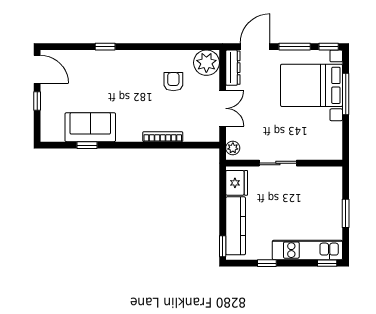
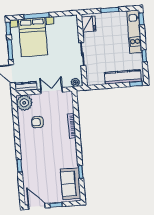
door: (37, 69) -> (37, 206), hinge flipped
sofa: (90, 127) -> (71, 184), moved
fridge: (237, 183) -> (89, 24), moved, turned 90

